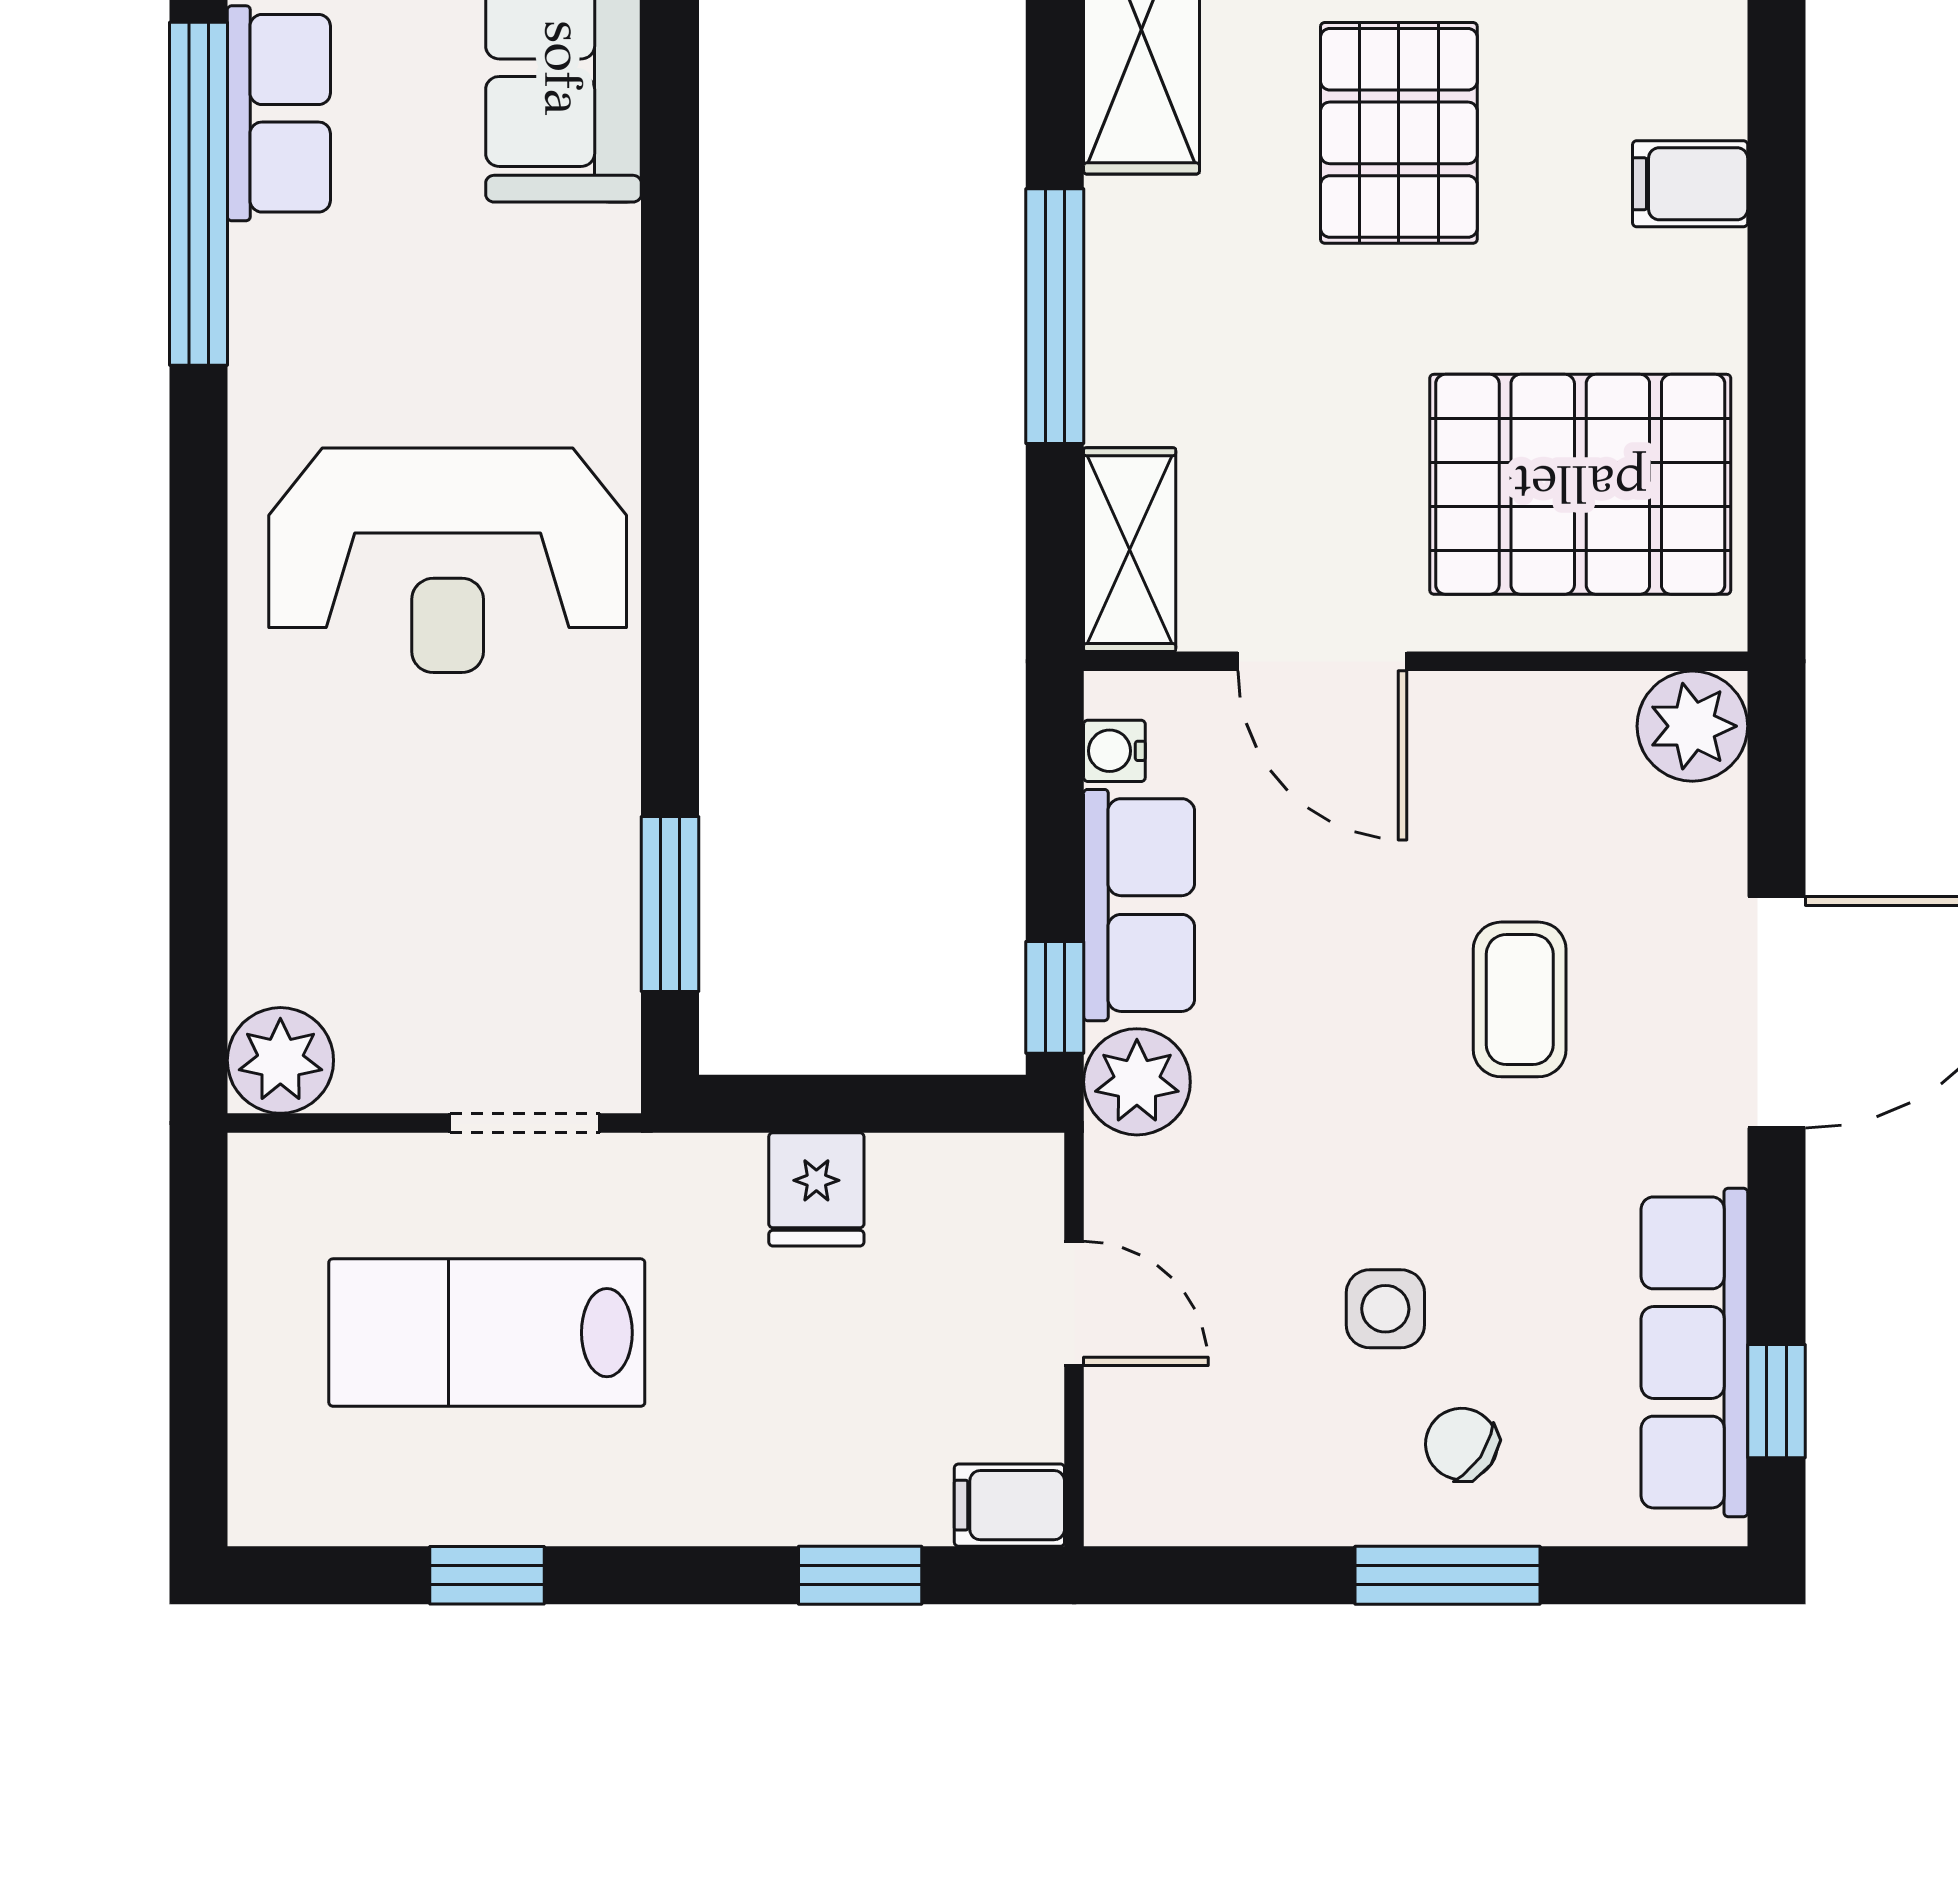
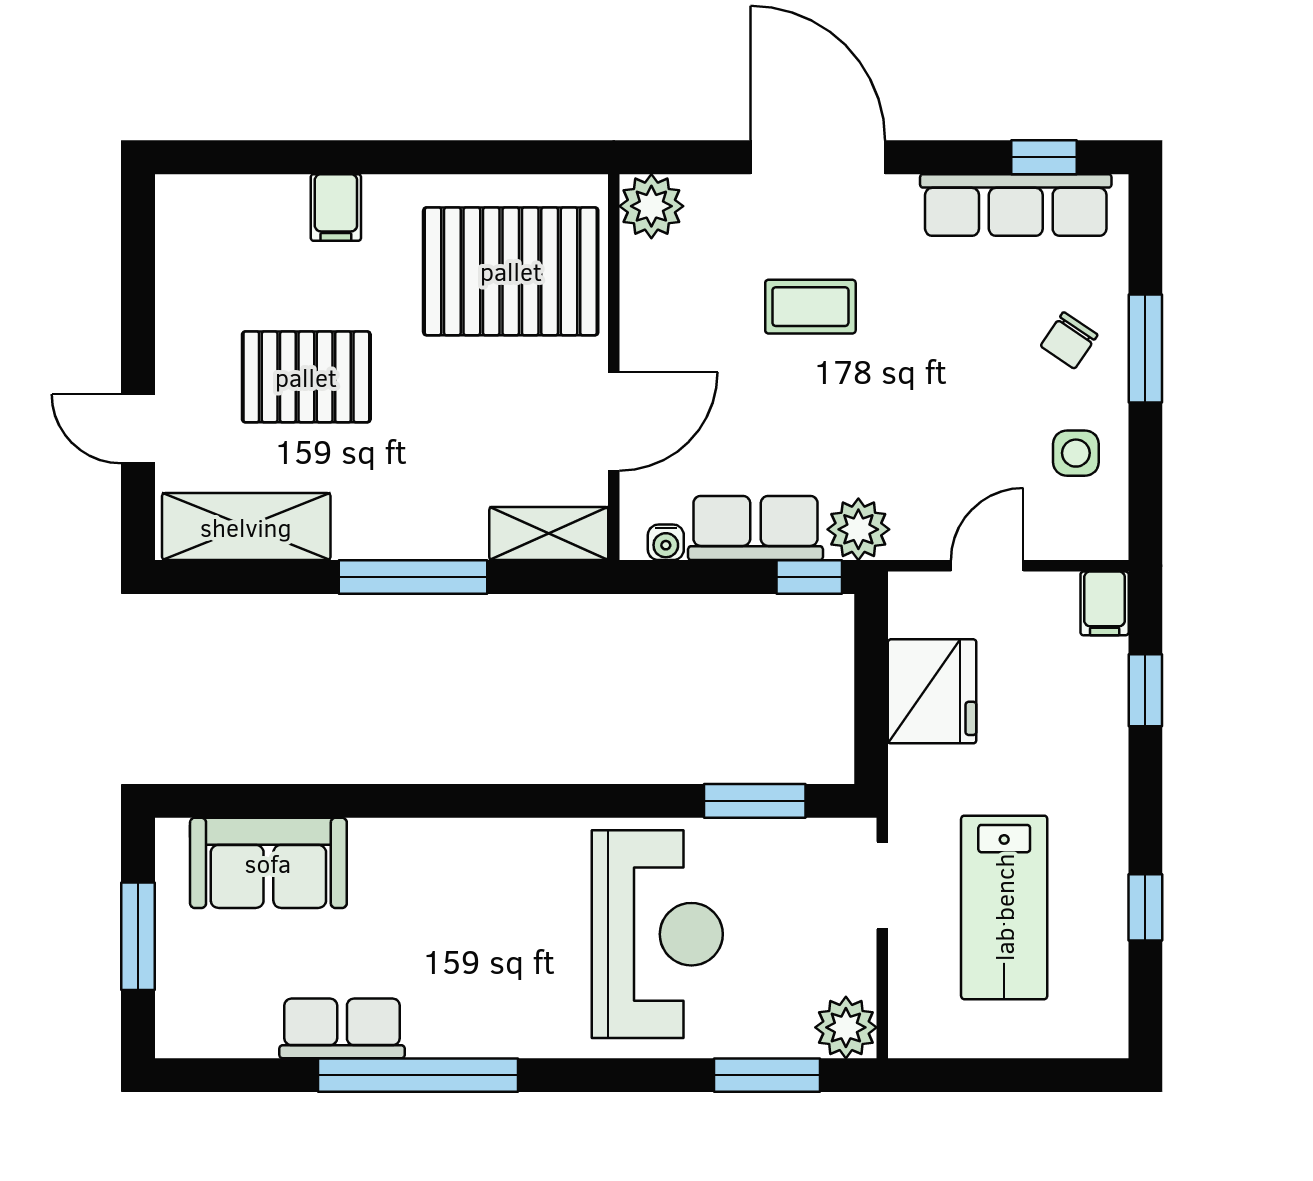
row of seats: (279, 113) -> (342, 1028), moved
window: (199, 194) -> (418, 1075), moved
pallet: (1580, 484) -> (511, 271), turned 90
reception desk: (448, 560) -> (657, 934), moved
window: (199, 925) -> (767, 1075), added
fridge: (816, 1189) -> (932, 691), width x1.88, depth x1.34
side table: (1385, 1309) -> (1076, 453), moved

